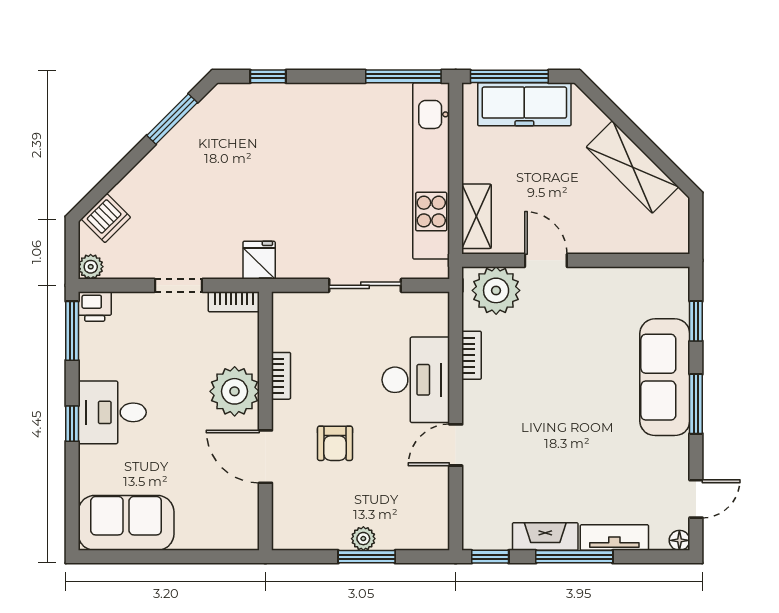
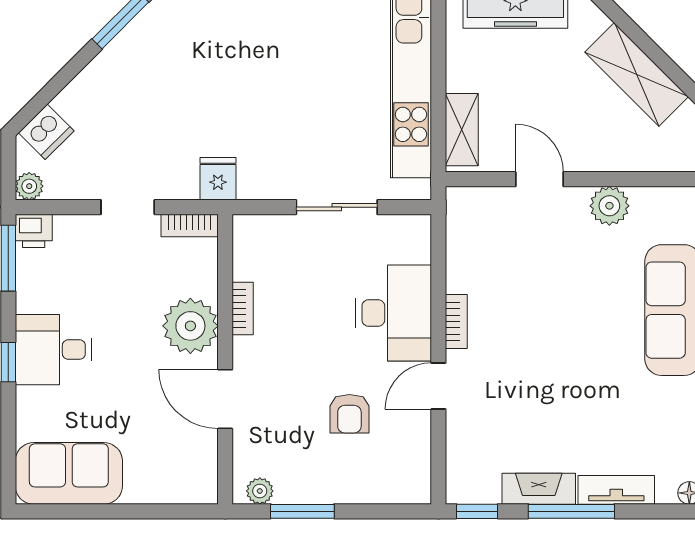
plant: (496, 290) -> (609, 206), moved, width x0.73, depth x0.73
bookcase: (472, 355) -> (456, 321), moved
armchair: (335, 443) -> (349, 414), moved
plant: (363, 539) -> (260, 491), moved
window: (367, 557) -> (302, 511), moved

